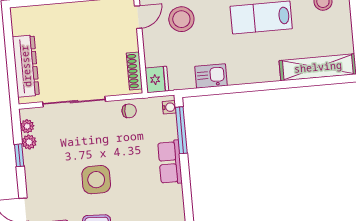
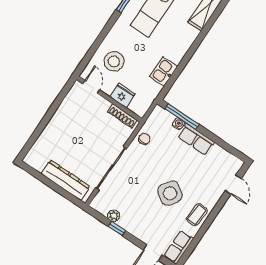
fridge: (157, 79) -> (122, 95), moved
water cooler: (169, 107) -> (178, 124), moved
plant: (27, 126) -> (103, 209), removed
side table: (96, 180) -> (170, 193), turned 36

